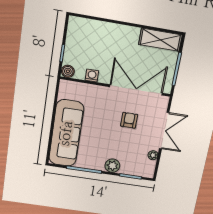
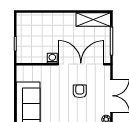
boiler: (68, 71) -> (22, 58), removed
washing machine: (92, 76) -> (52, 58), moved

